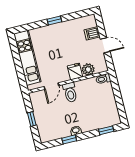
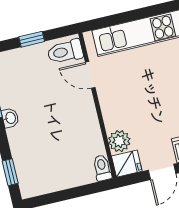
fridge: (75, 72) -> (127, 164), moved
toilet: (70, 92) -> (65, 52), moved

